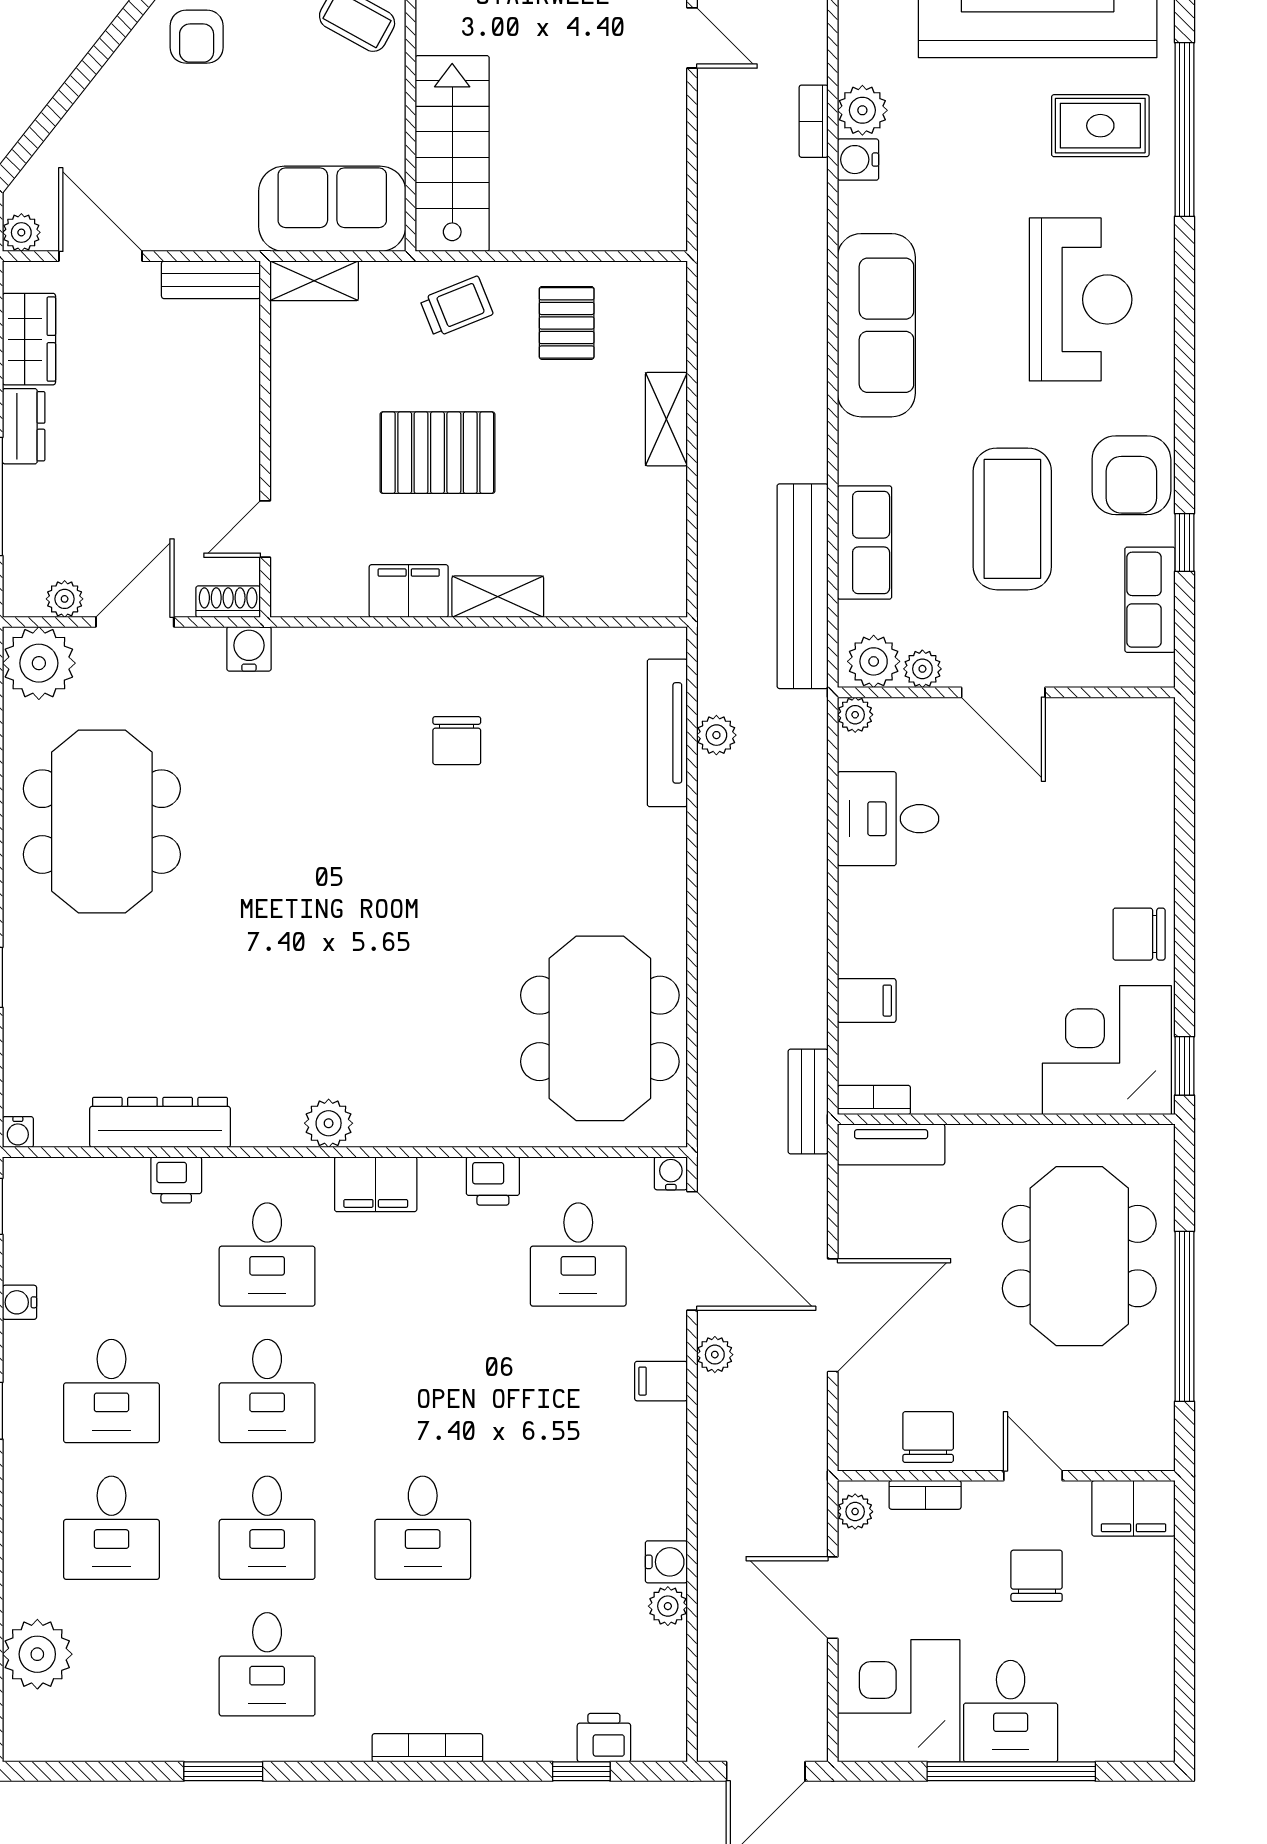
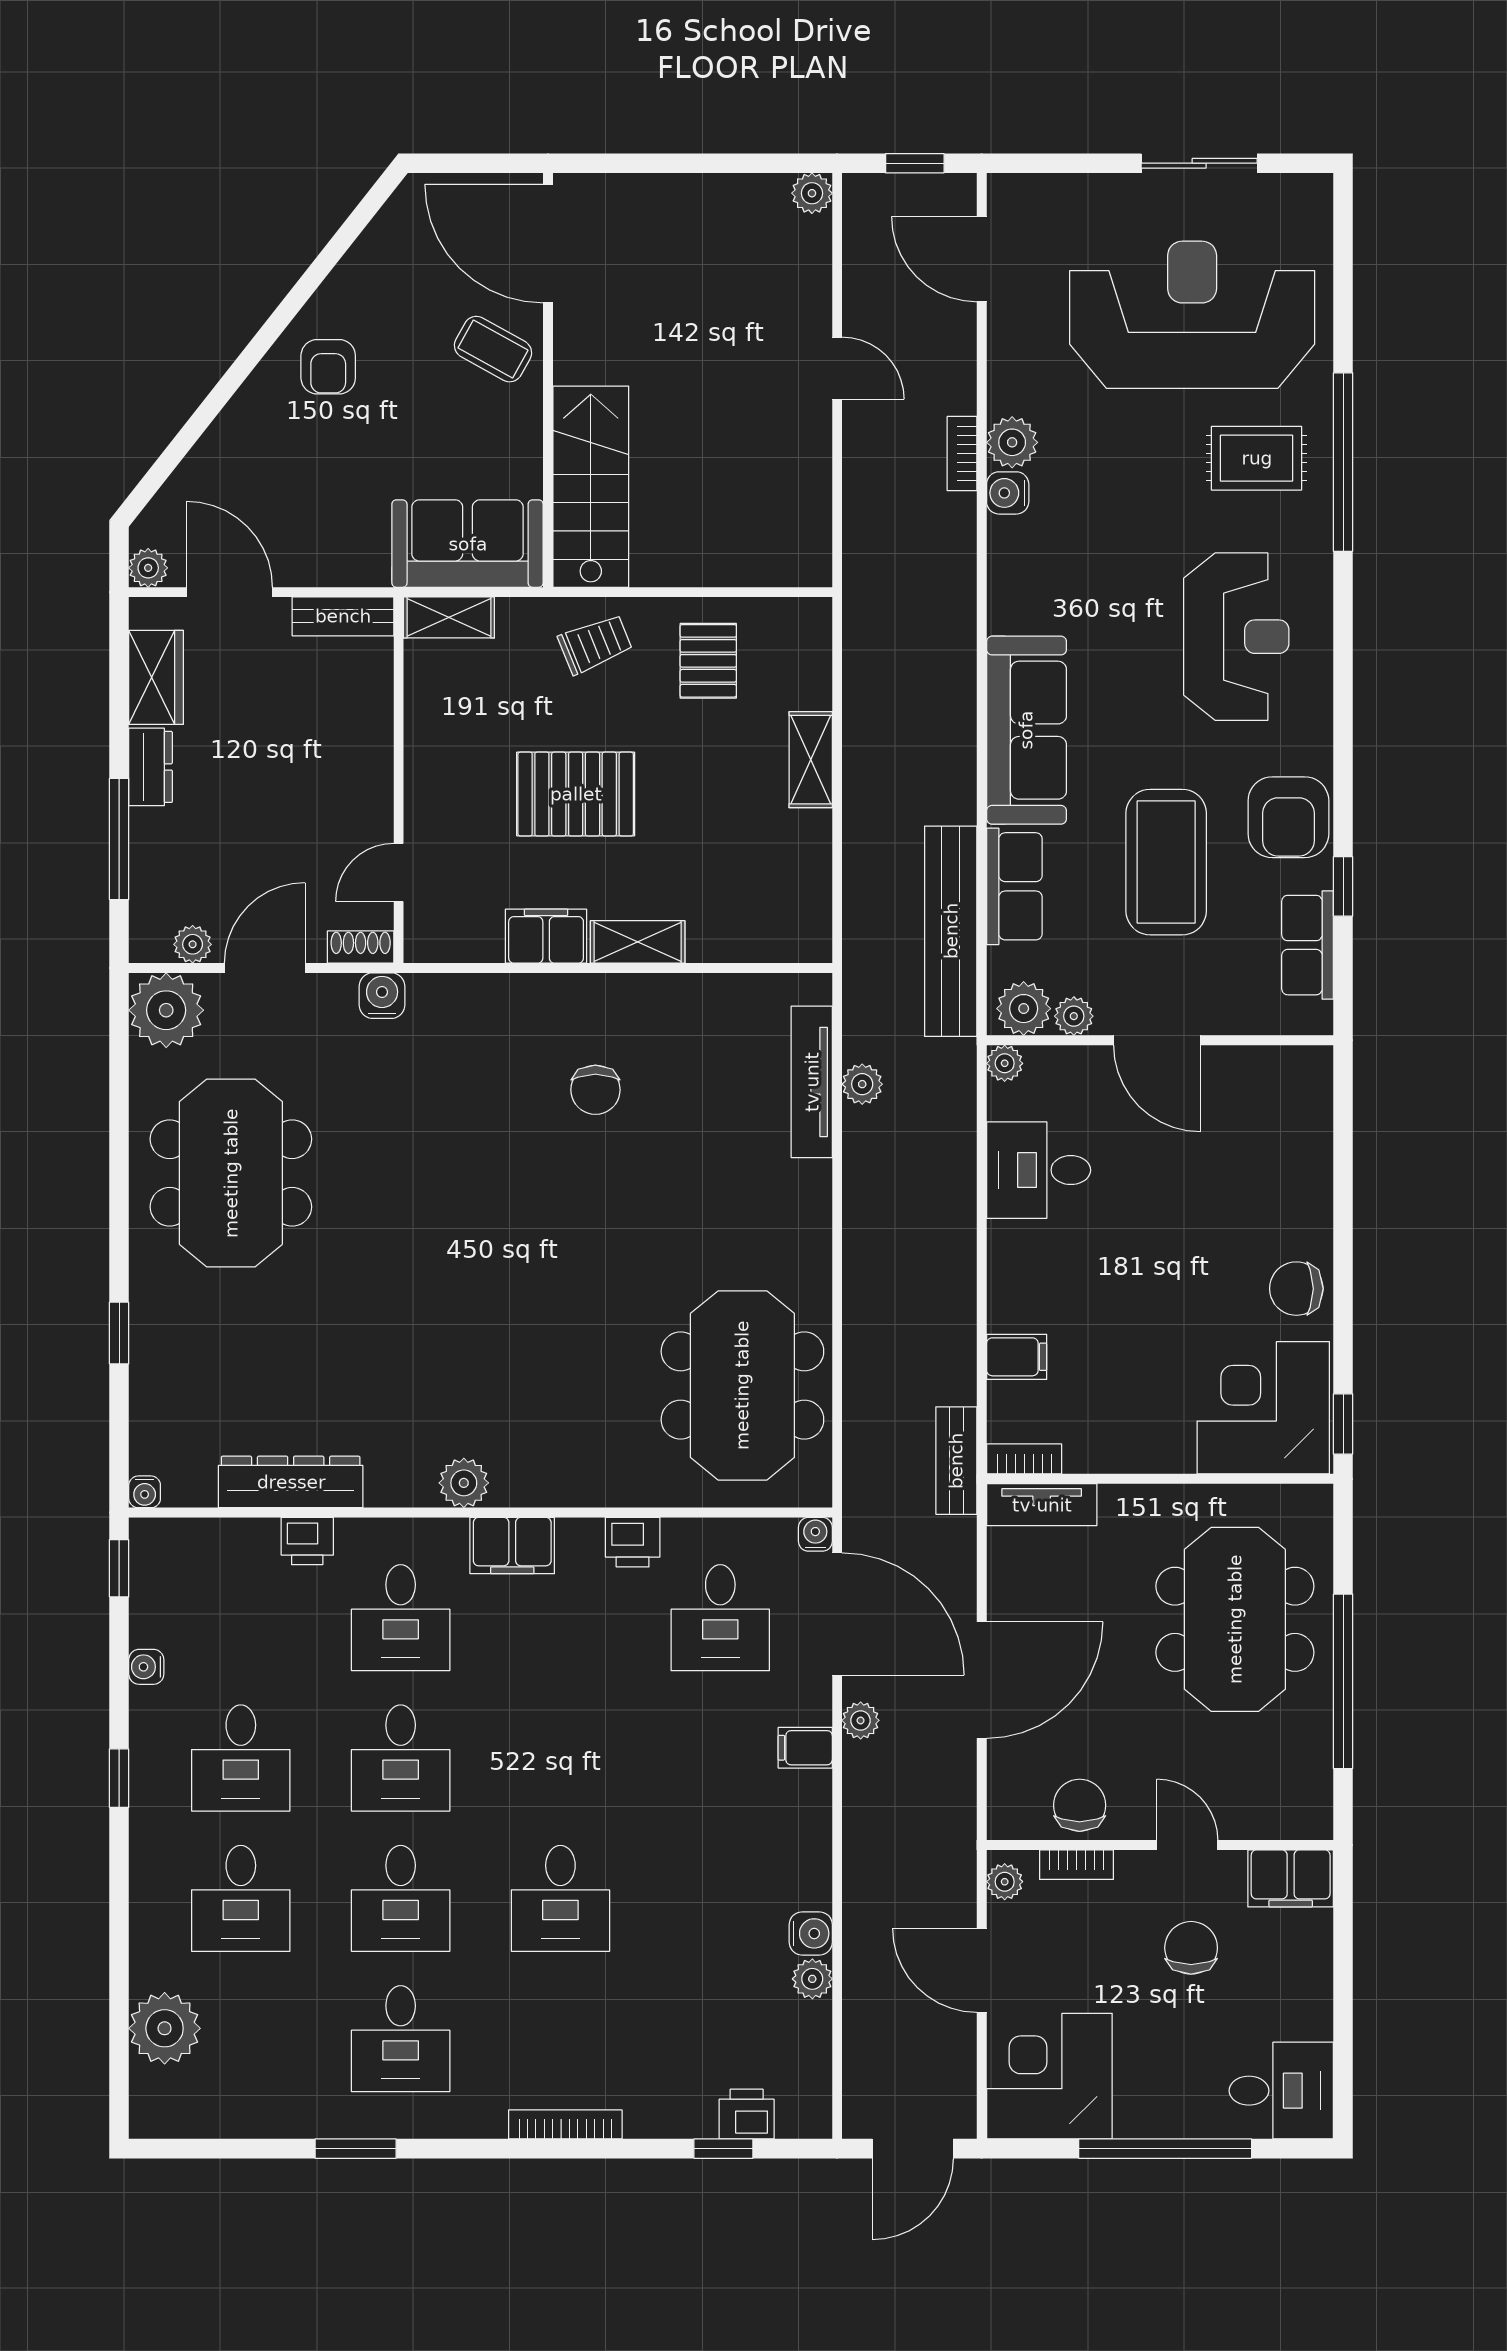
sofa: (876, 325) -> (1026, 730), moved
desk: (1011, 1711) -> (1281, 2091), moved, turned -90

